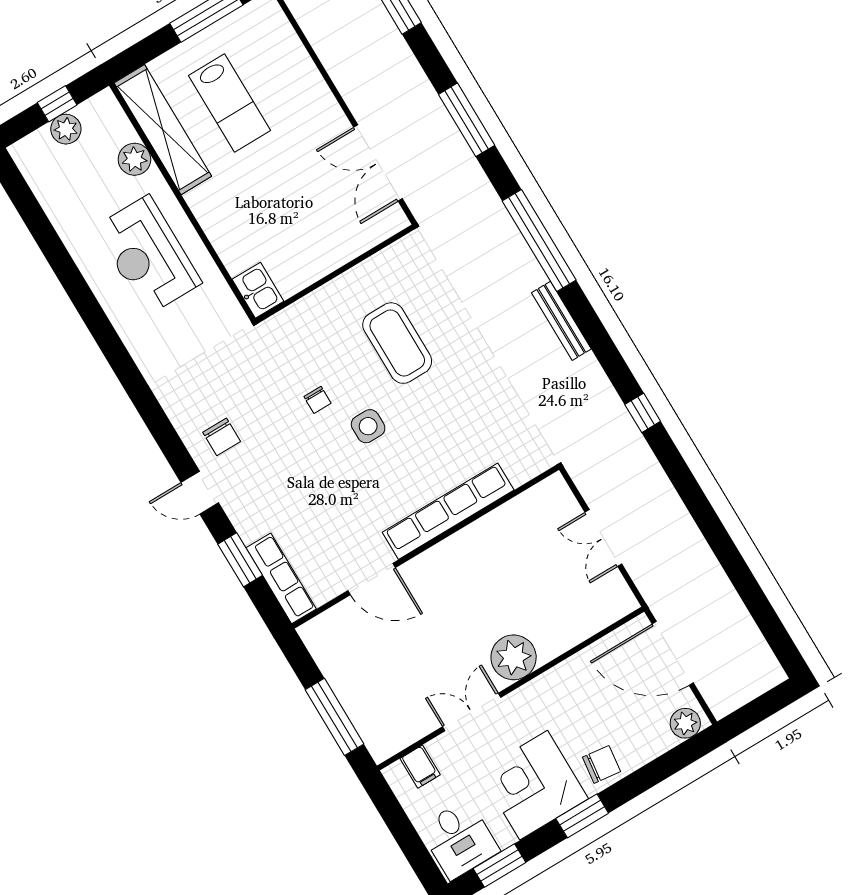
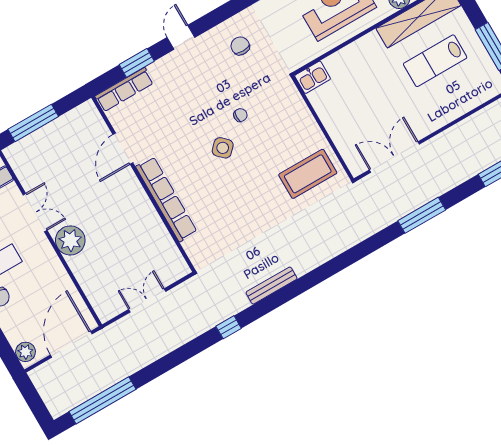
window: (539, 240) -> (102, 400), moved
bench: (561, 321) -> (271, 286), moved
coffee table: (397, 343) -> (308, 174), moved
chair: (317, 400) -> (240, 115), turned 180
side table: (368, 426) -> (223, 148), turned 45
chair: (222, 437) -> (240, 46), moved, turned 90

